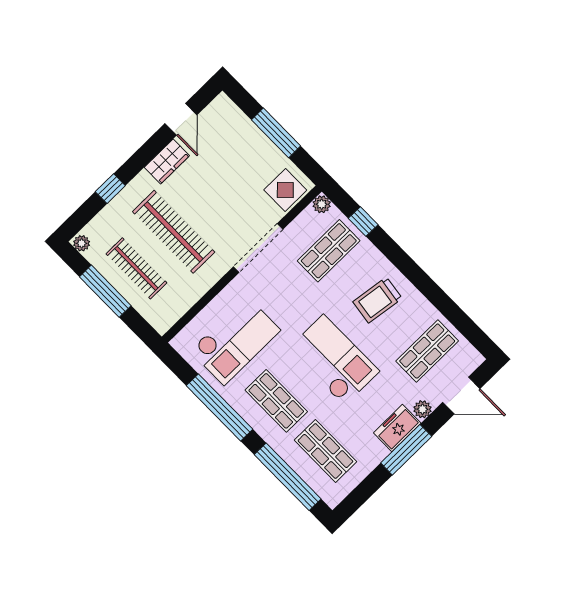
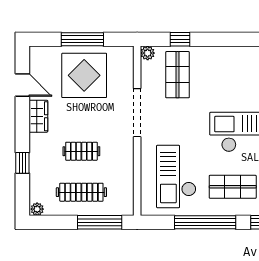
display table: (285, 190) -> (84, 75), moved, width x1.86, depth x1.86
clothes rail: (174, 232) -> (81, 151), width x0.54, depth x0.76
window: (105, 291) -> (100, 222), moved
trolley: (377, 300) -> (232, 75), removed
checkout: (235, 340) -> (176, 176), turned 180

